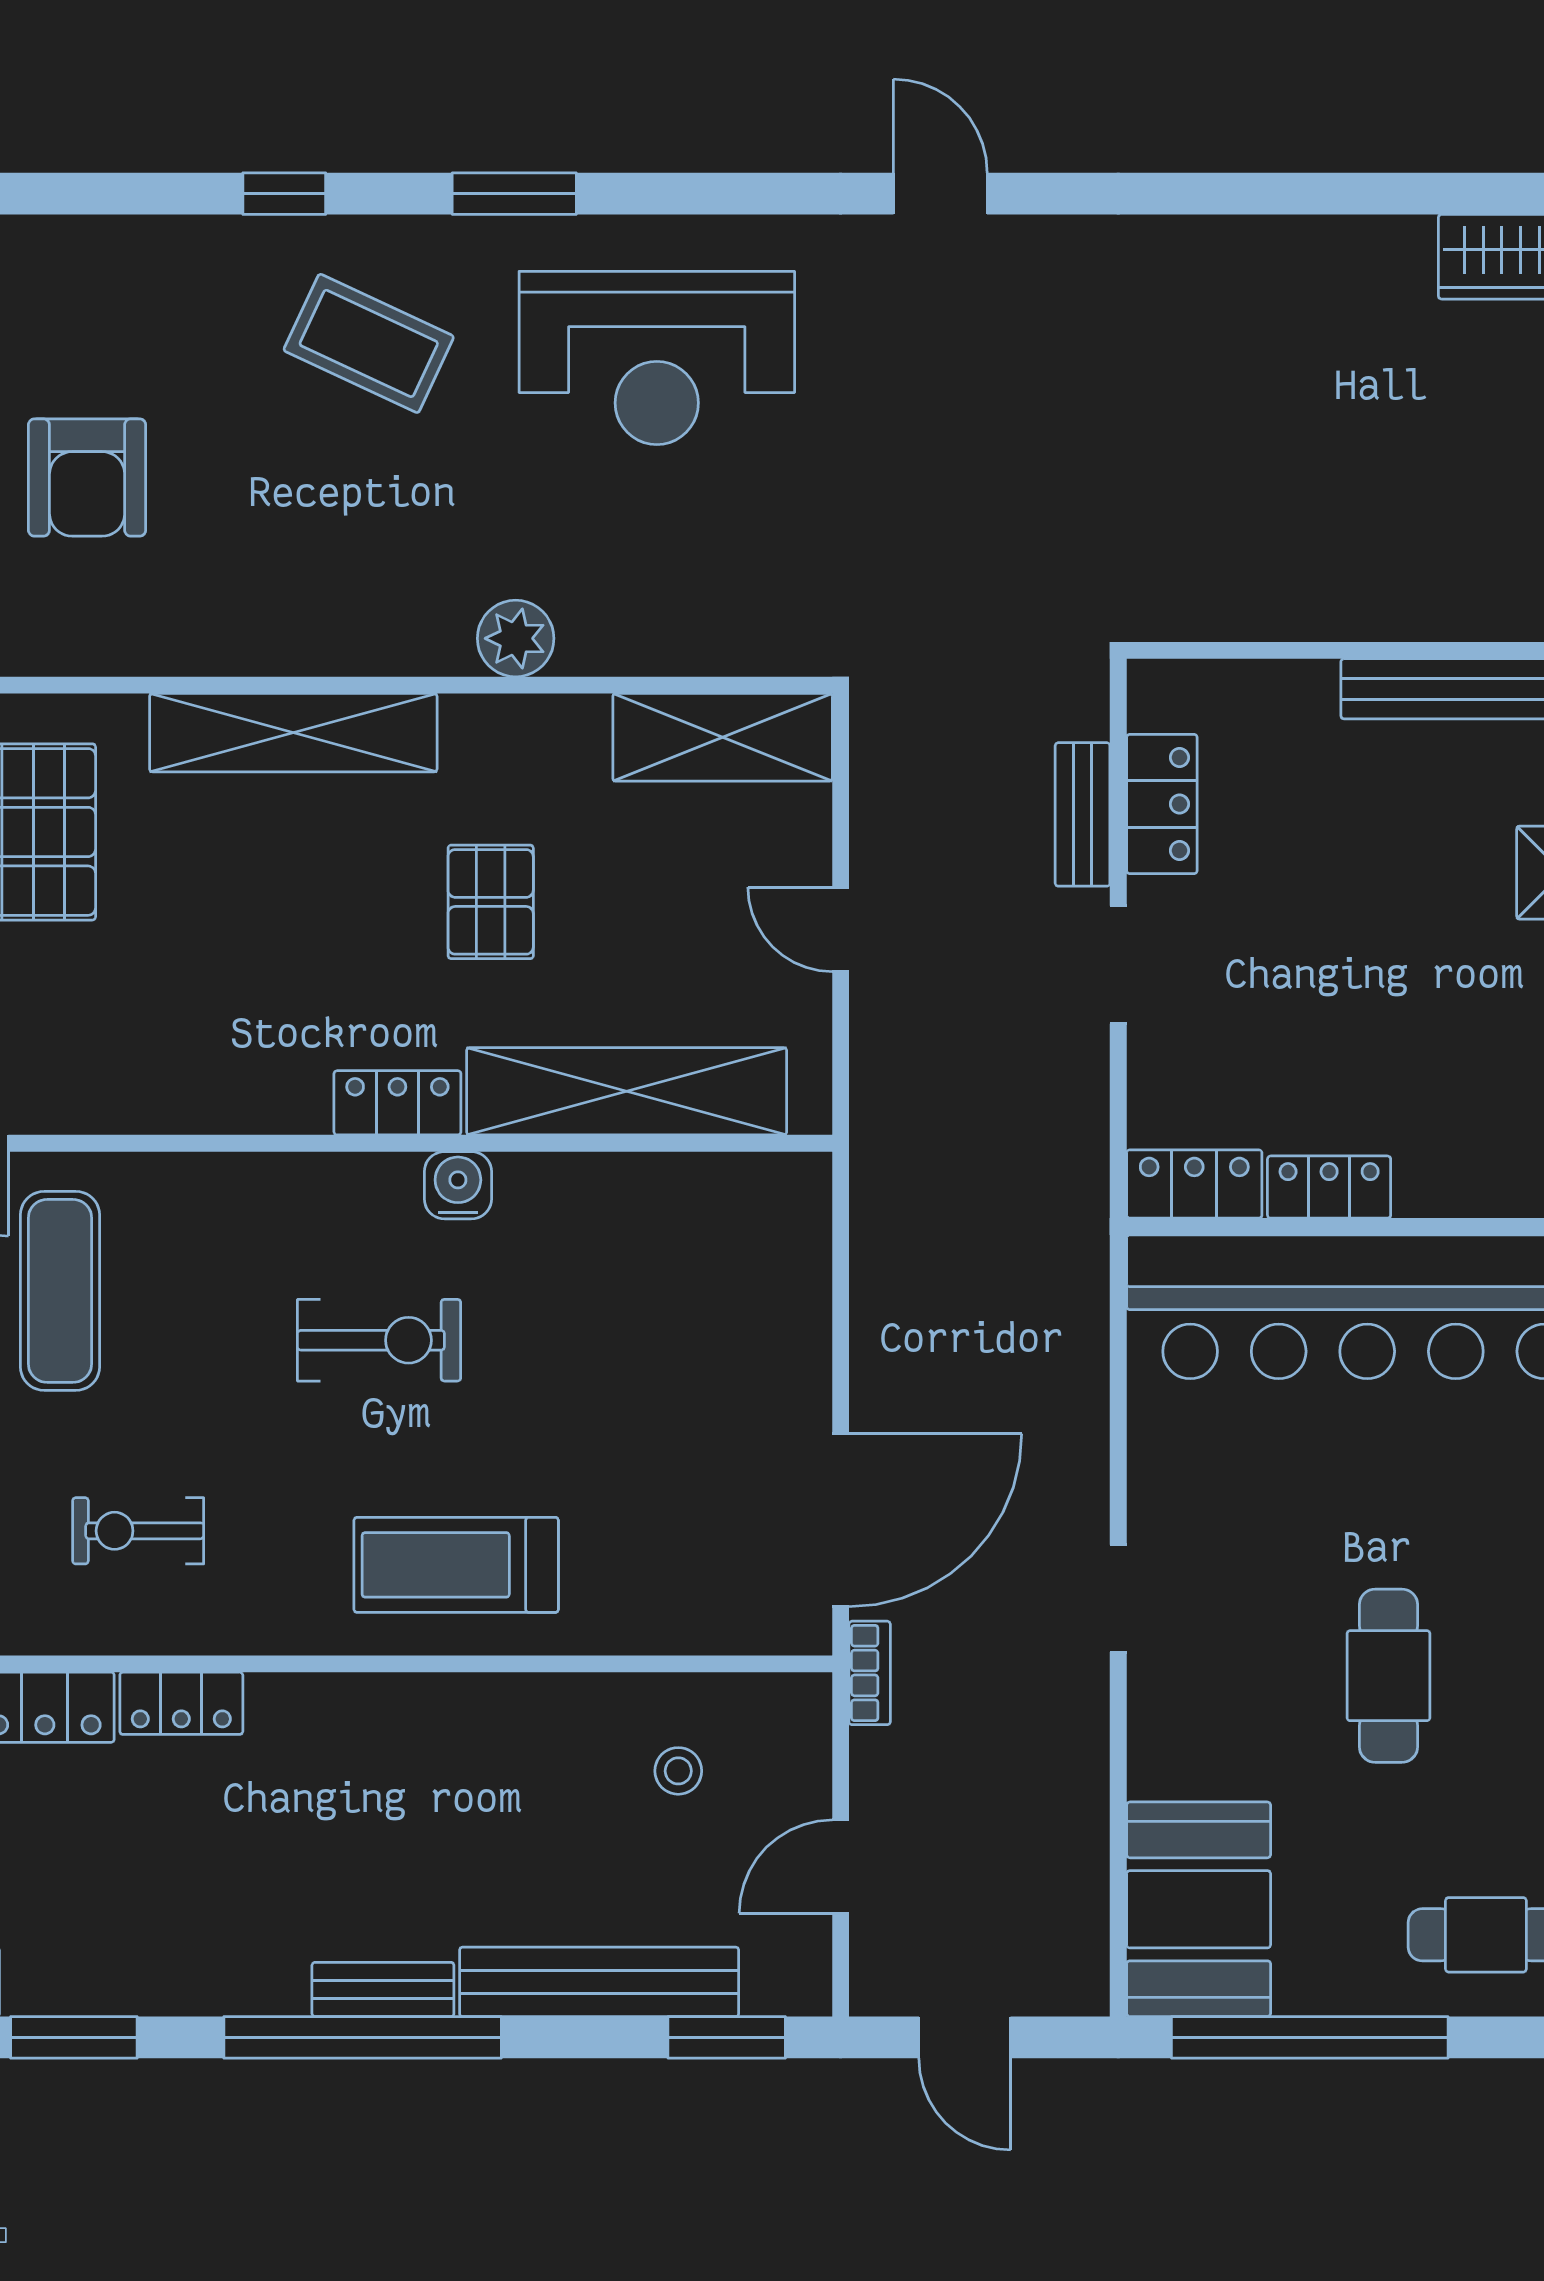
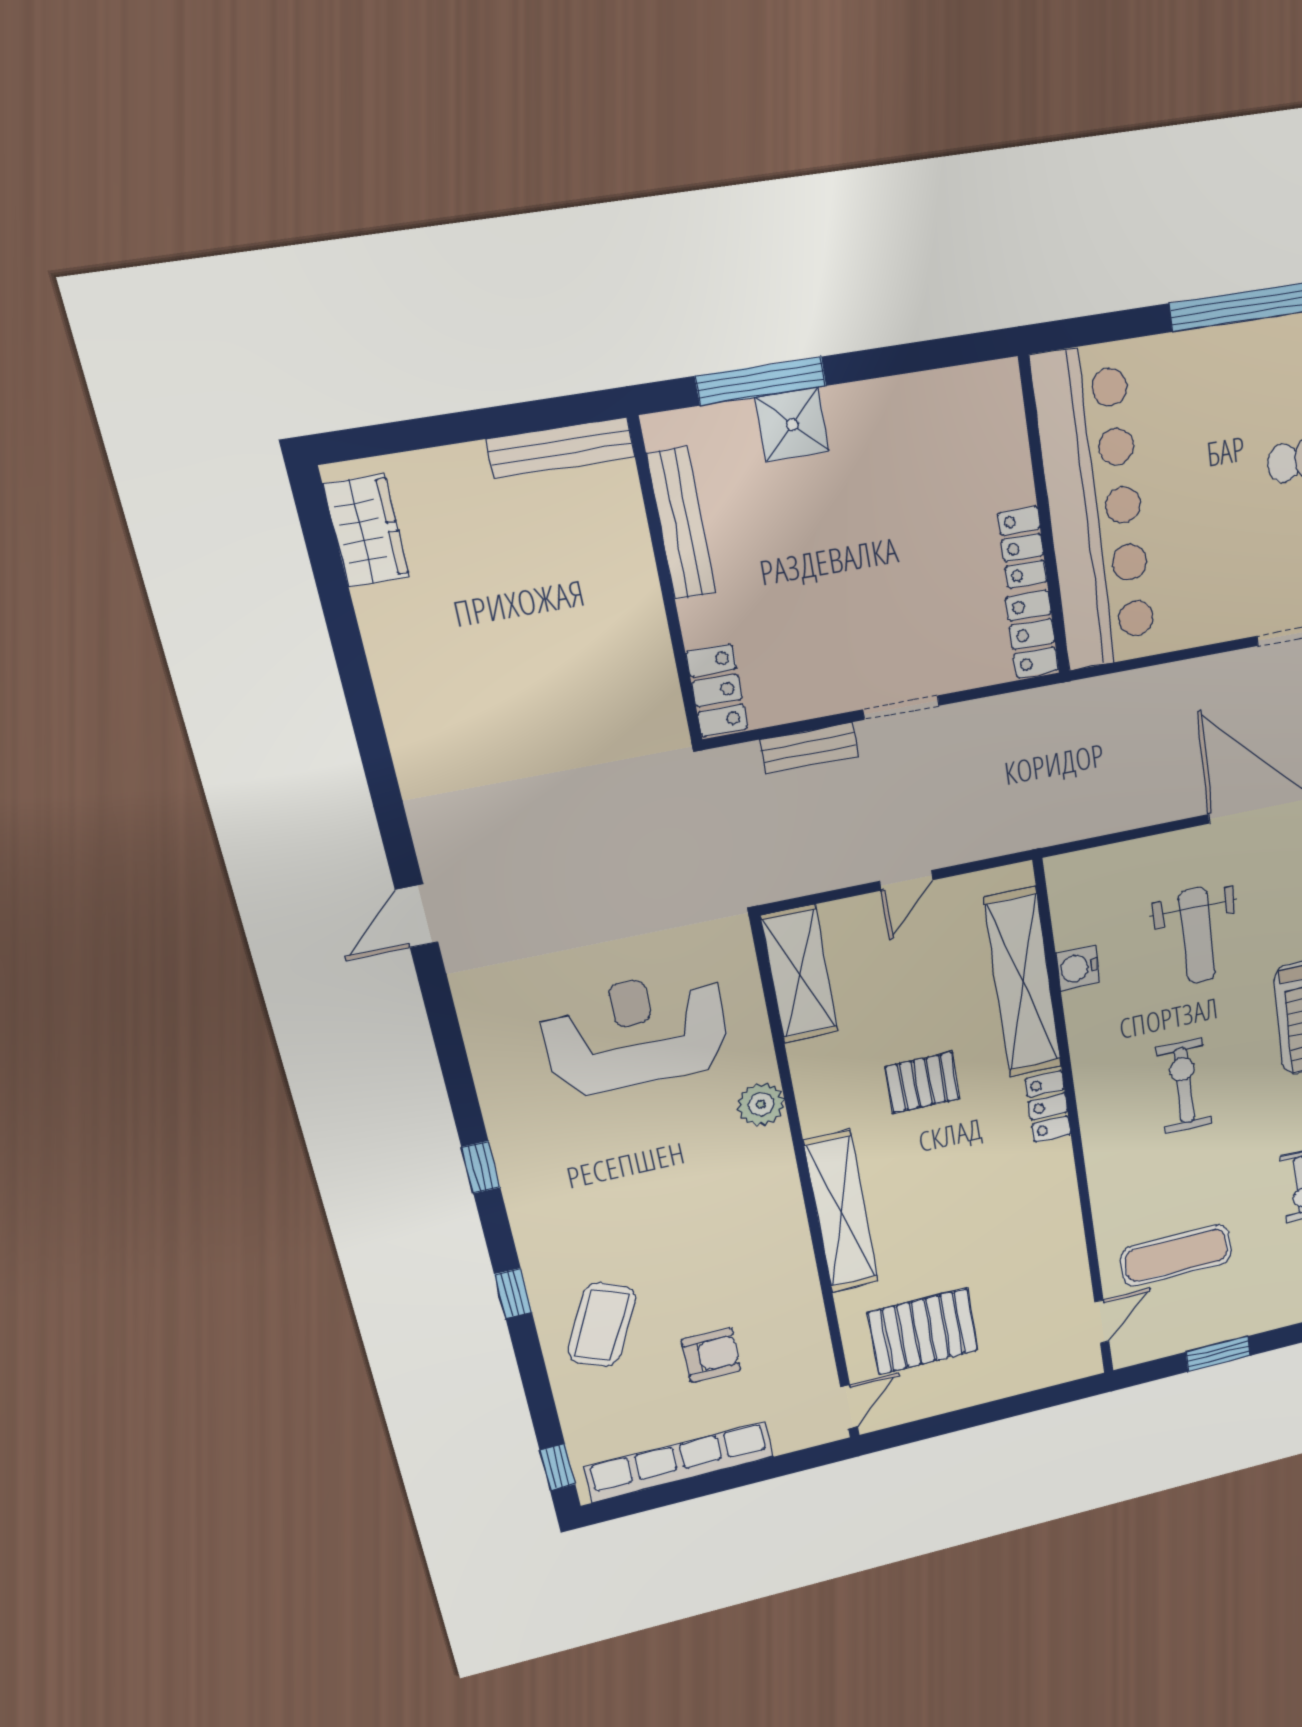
window: (514, 194) -> (481, 1167), width x0.67
coffee table: (369, 343) -> (602, 1325), moved
reception desk: (657, 358) -> (636, 1033), moved, turned -90
armchair: (87, 477) -> (711, 1355), width x0.72, depth x0.72
locker: (1162, 804) -> (717, 690), moved, turned 90
water cooler: (458, 1185) -> (1078, 968), moved
weight bench: (644, 1392) -> (1197, 936), added

